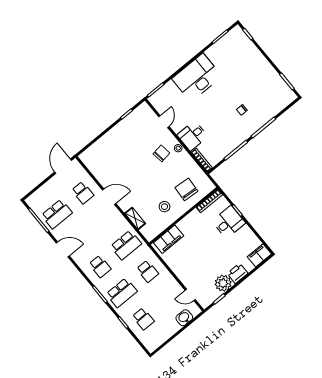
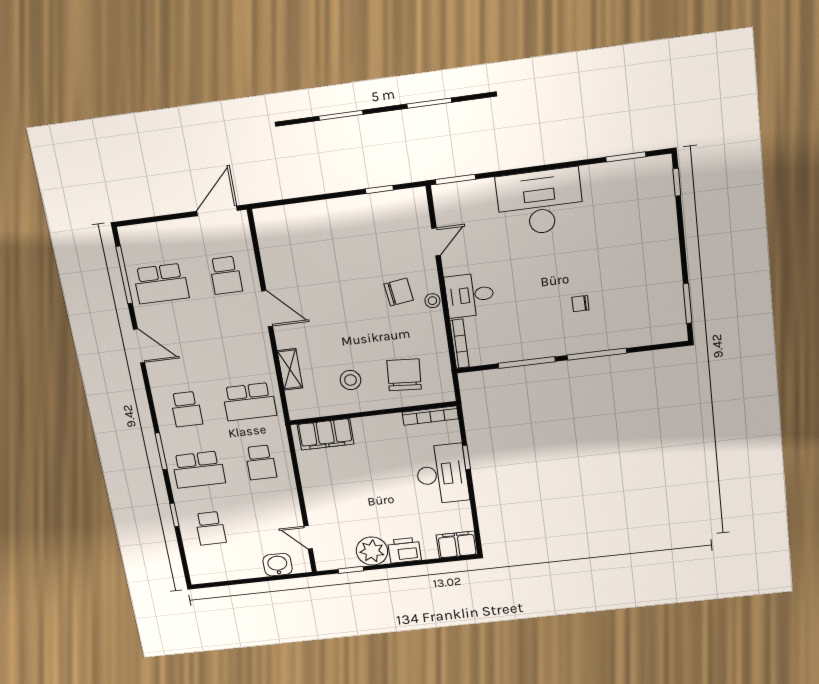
desk: (229, 222) -> (442, 474), width x1.37

